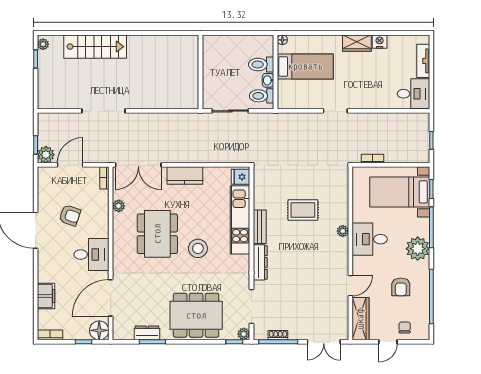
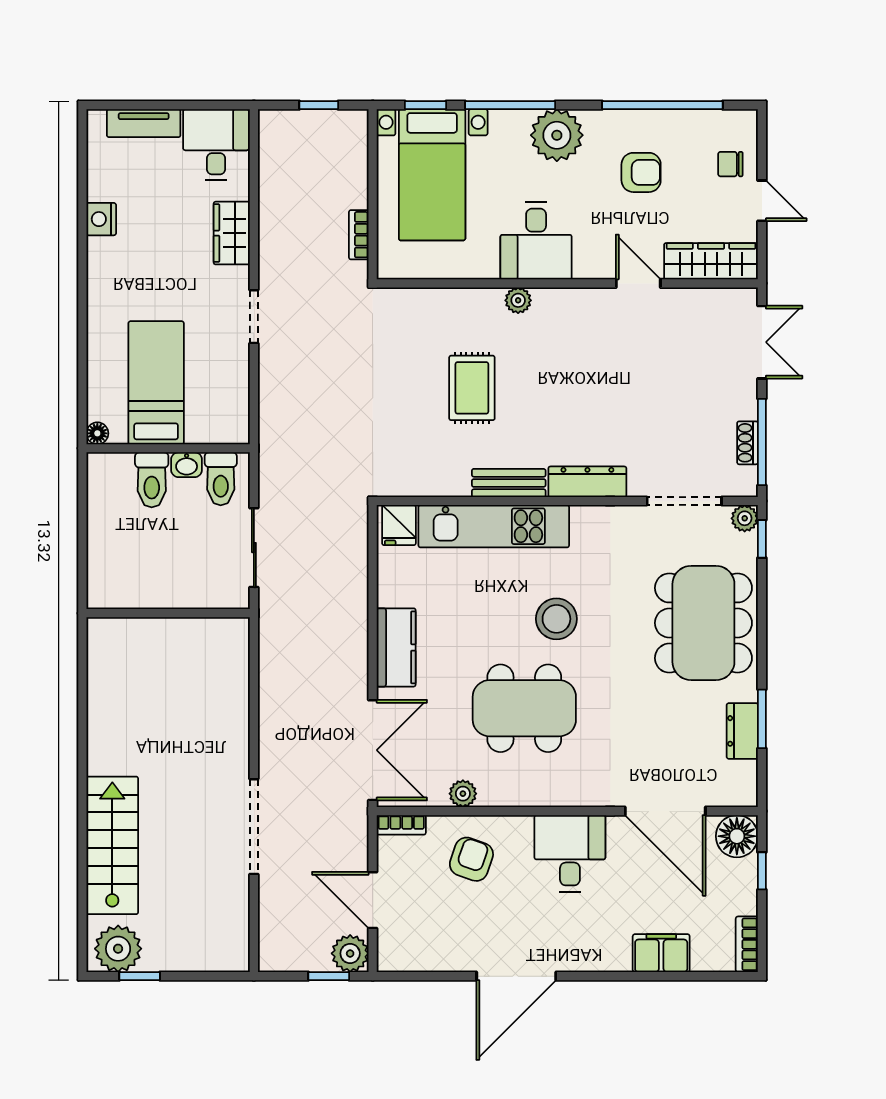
wardrobe: (357, 43) -> (232, 233), moved, turned 180
plant: (43, 44) -> (118, 949), width x1.87, depth x1.87
armchair: (70, 215) -> (471, 859), moved

